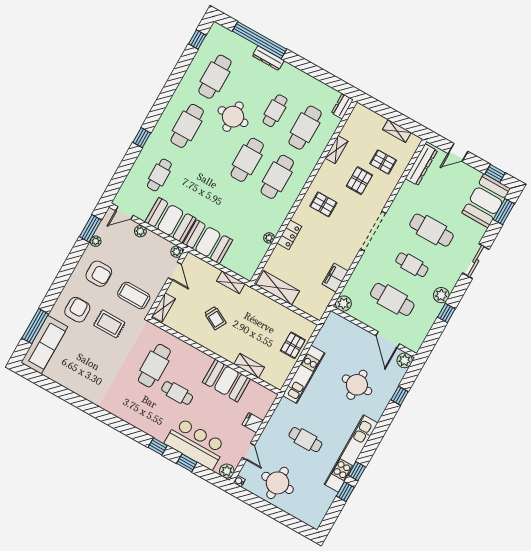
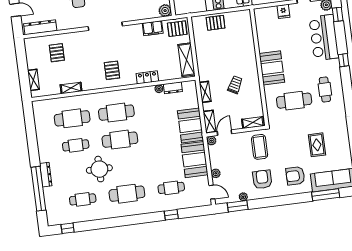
cafe table: (215, 77) -> (83, 199), width x0.73, depth x0.74
dresser: (342, 106) -> (173, 88), moved
shelving: (397, 131) -> (33, 80), moved
window: (142, 138) -> (171, 215), moved
pallet: (359, 181) -> (177, 29), moved
rug: (109, 324) -> (317, 145), moved
shelving: (249, 366) -> (209, 122), moved
booth: (226, 381) -> (272, 68), moved
cafe table: (177, 393) -> (325, 89), moved
window: (187, 463) -> (338, 14), moved

